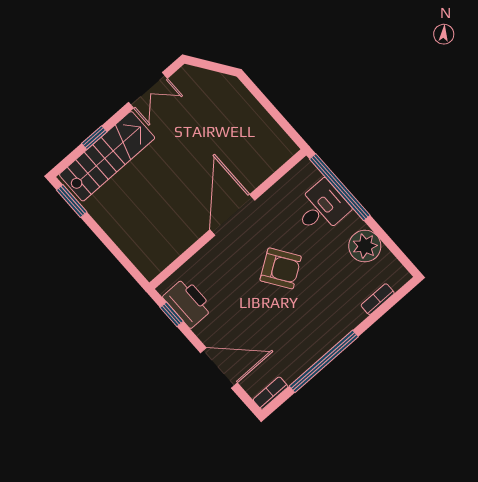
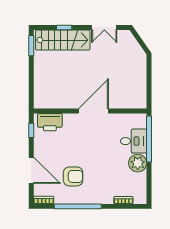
plant: (365, 246) -> (138, 163), moved
armchair: (281, 268) -> (73, 176), moved, turned -56
printer: (188, 303) -> (50, 122), moved, turned 90

